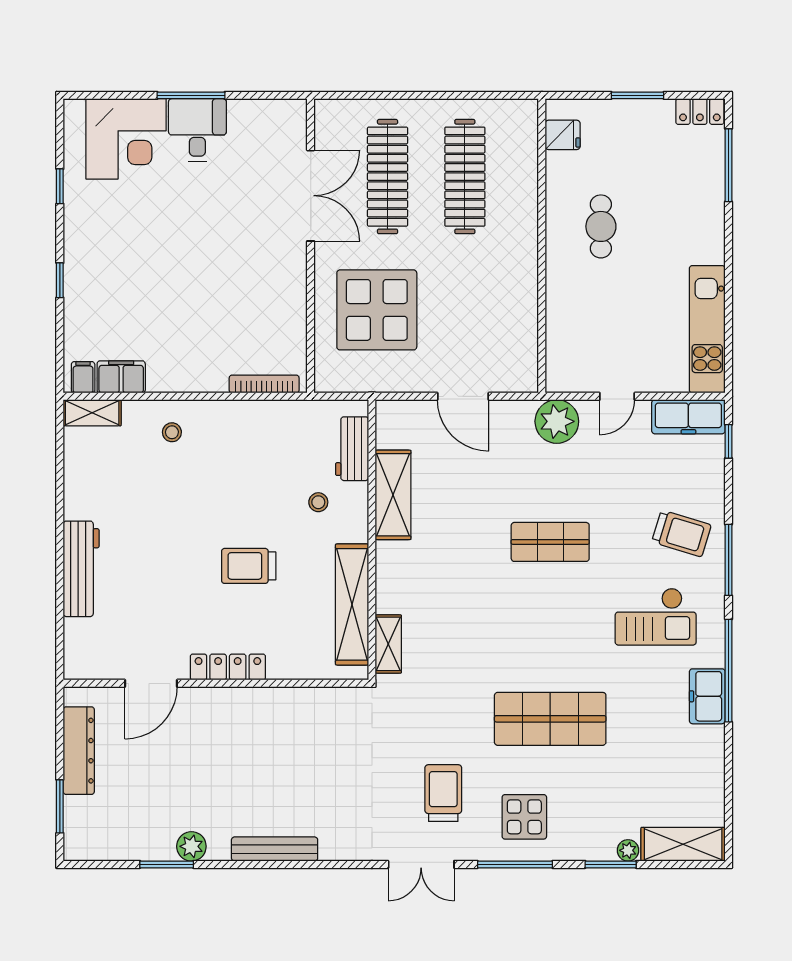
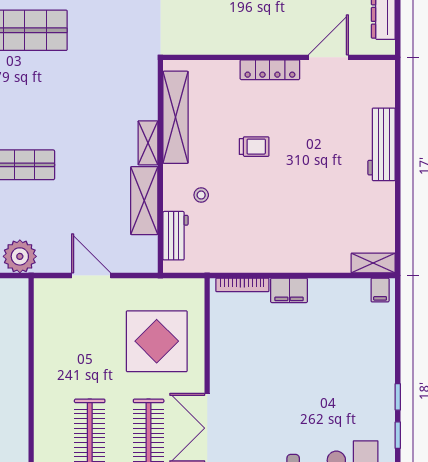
window: (60, 280) -> (398, 397), moved
filing cabinet: (121, 377) -> (289, 290), moved
stool: (172, 432) -> (312, 248), removed
trolley: (249, 566) -> (254, 147), width x0.73, depth x0.72
shelving: (388, 644) -> (148, 143), moved

